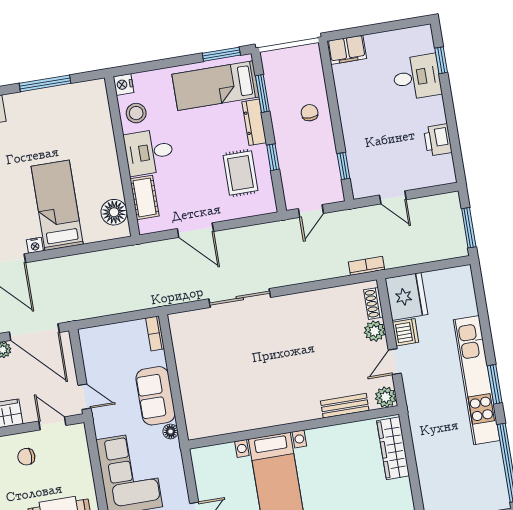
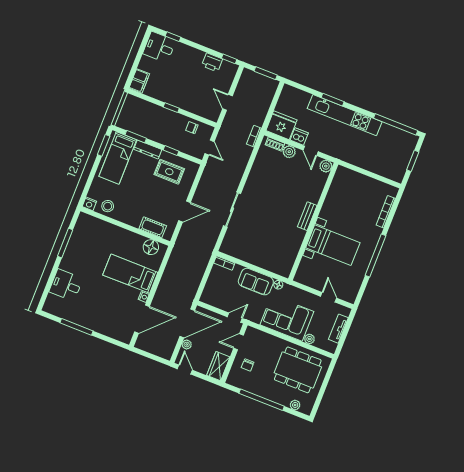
desk: (417, 77) -> (159, 47), moved, turned -90
chair: (310, 113) -> (192, 128), moved
desk: (149, 152) -> (131, 211), removed
window: (458, 162) -> (229, 59), added
window: (343, 166) -> (171, 108), moved
door: (393, 197) -> (227, 102), swing flipped
window: (495, 384) -> (333, 100), moved
bench: (345, 406) -> (307, 216), moved
wardrobe: (393, 448) -> (354, 178), removed

